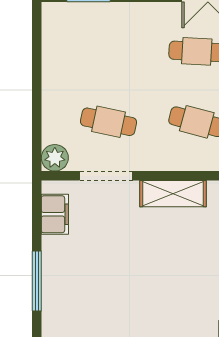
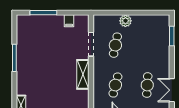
plant: (55, 158) -> (125, 21), moved
filing cabinet: (55, 214) -> (69, 21), width x0.50

